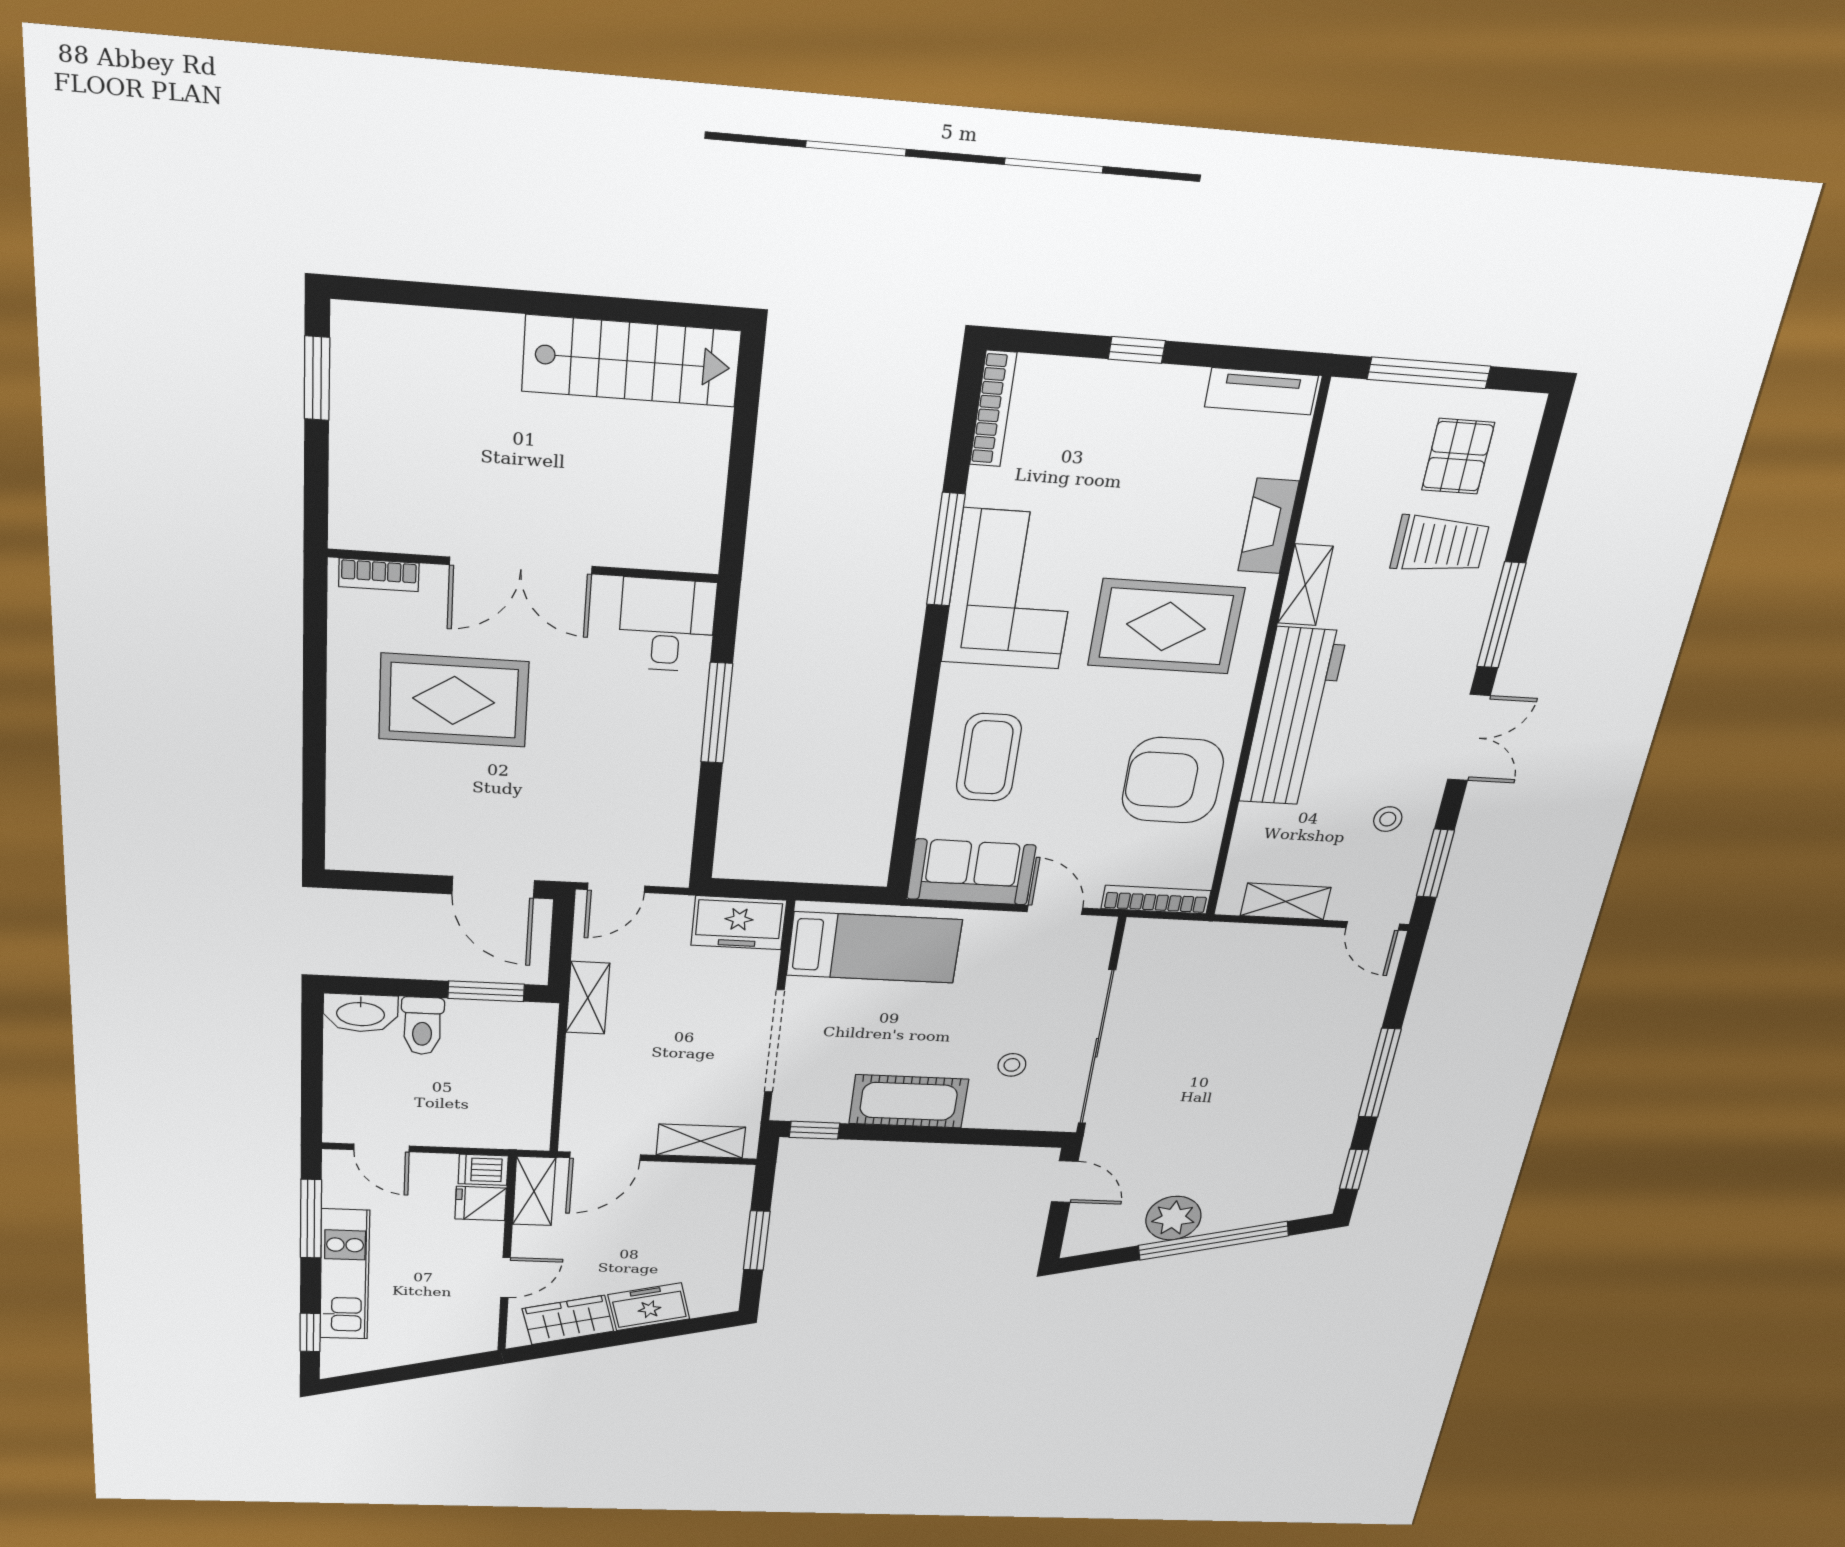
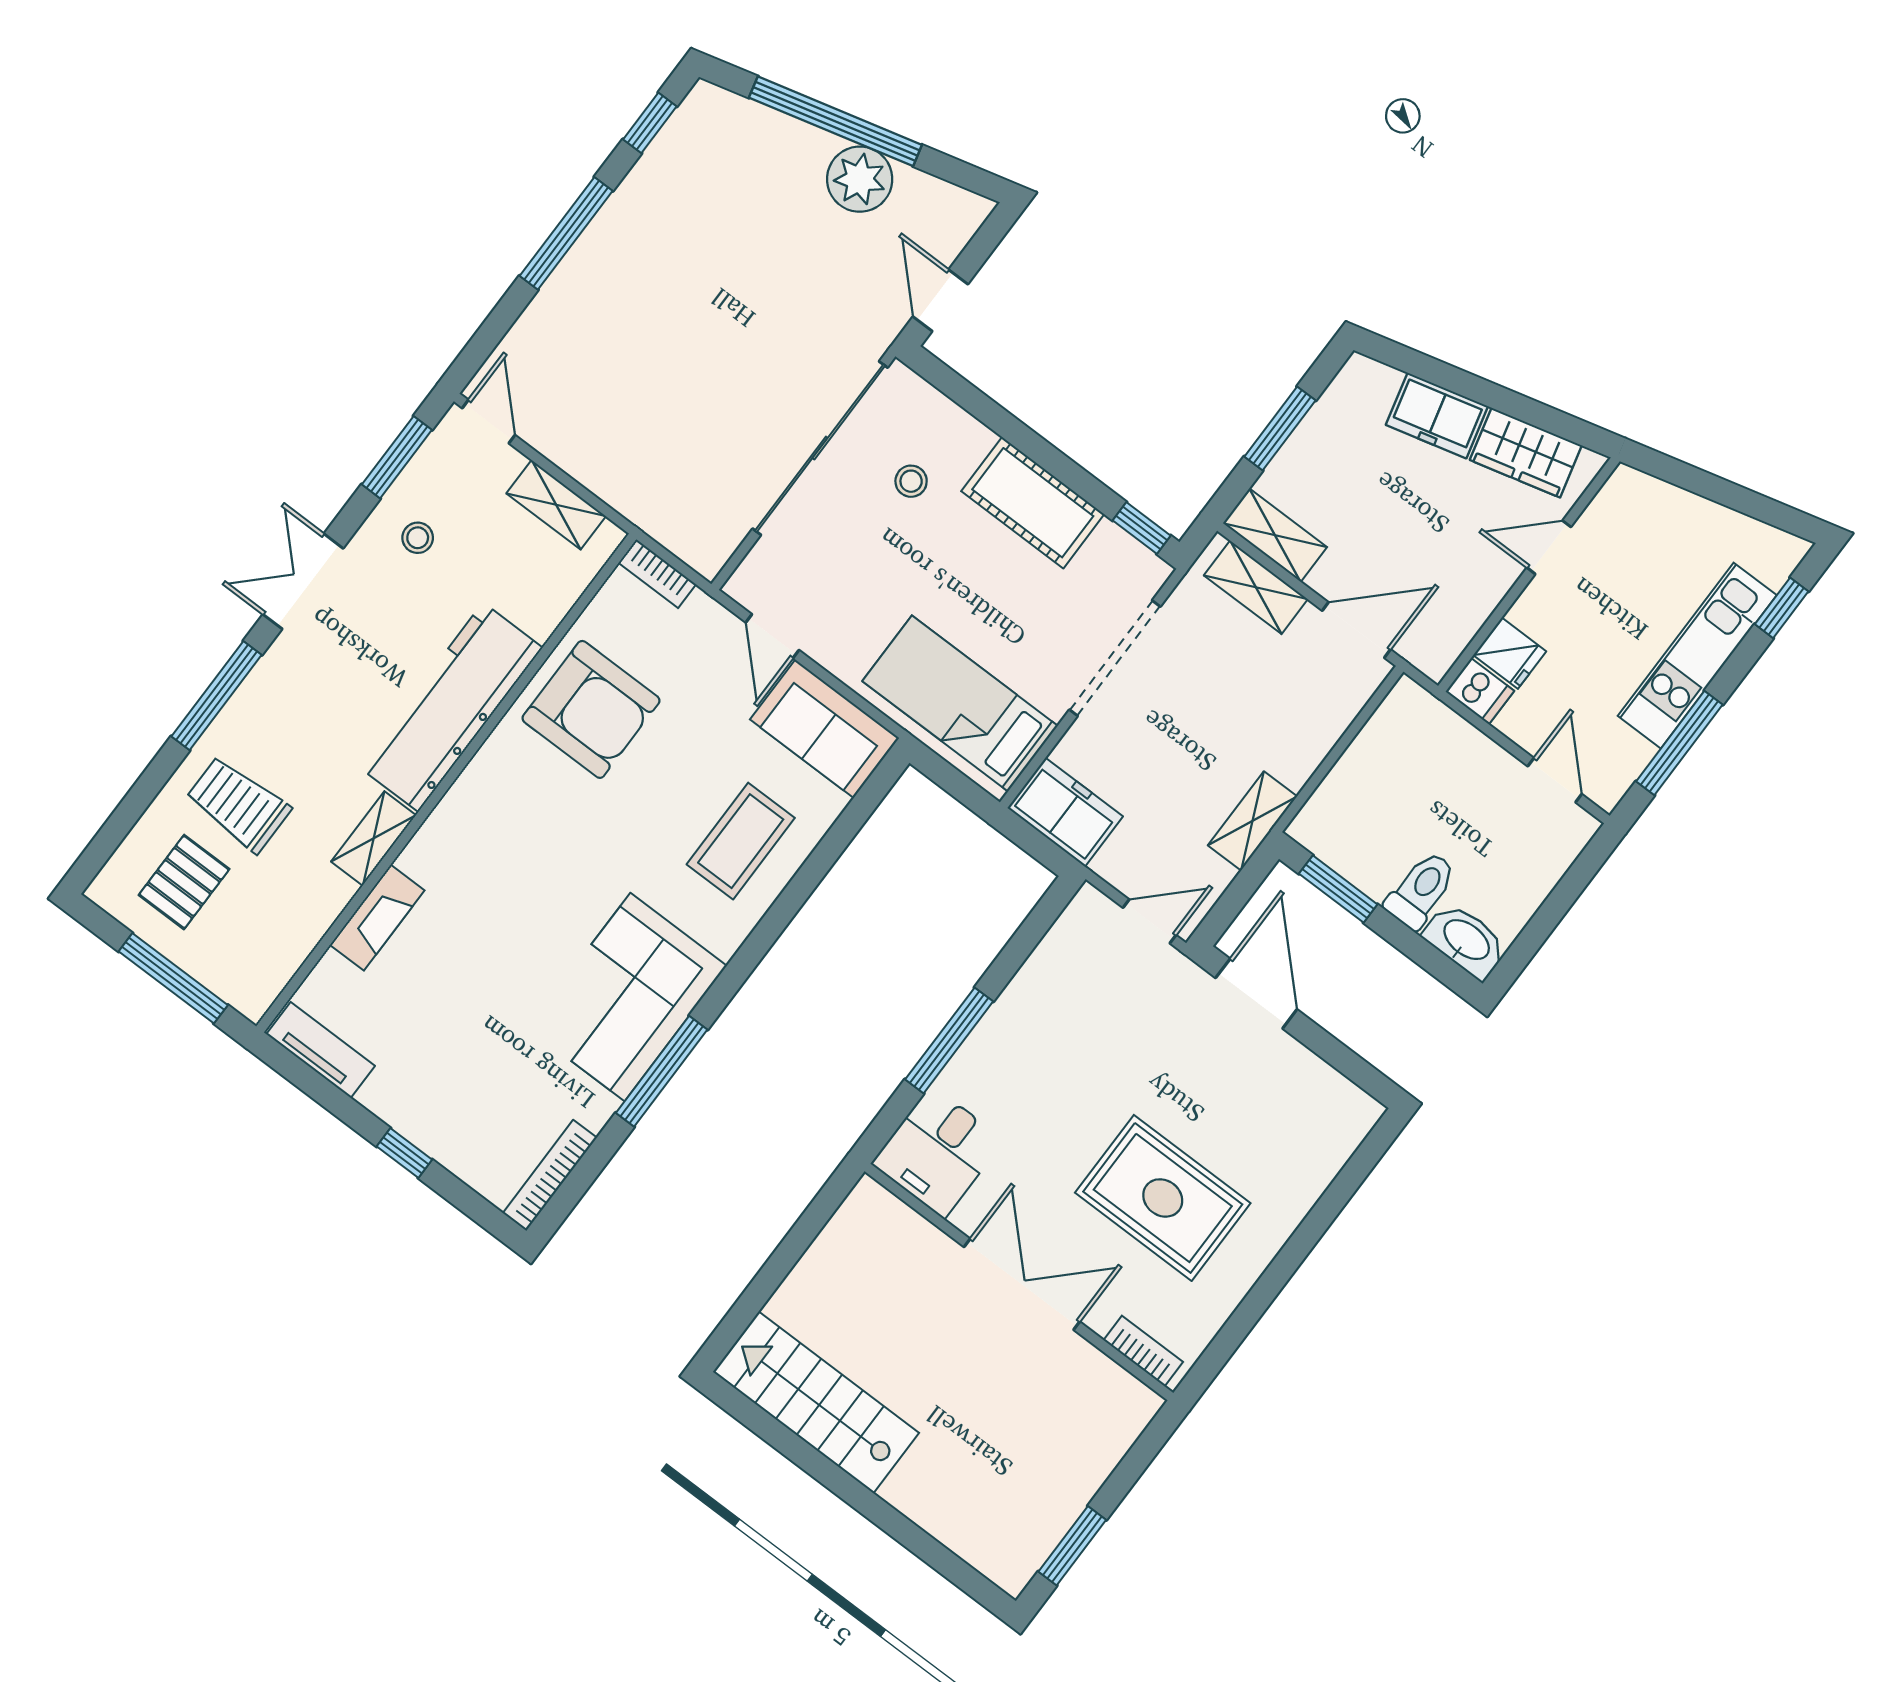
rug: (1166, 627) -> (515, 874), removed
bookcase: (1156, 900) -> (657, 574), width x0.64
shelving: (534, 1191) -> (1275, 535), moved, turned 90

